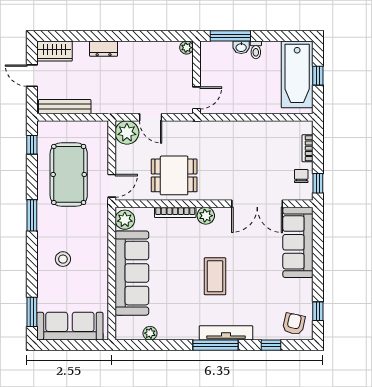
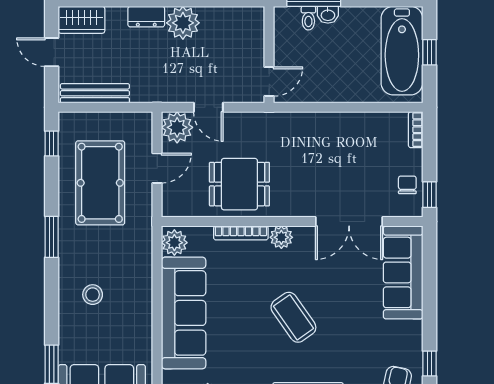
plant: (187, 48) -> (183, 23), moved, width x1.88, depth x1.88
toilet: (256, 50) -> (308, 18), moved
bookcase: (307, 148) -> (416, 130), moved
door: (112, 186) -> (157, 168), moved
coffee table: (215, 276) -> (293, 317), turned -35

